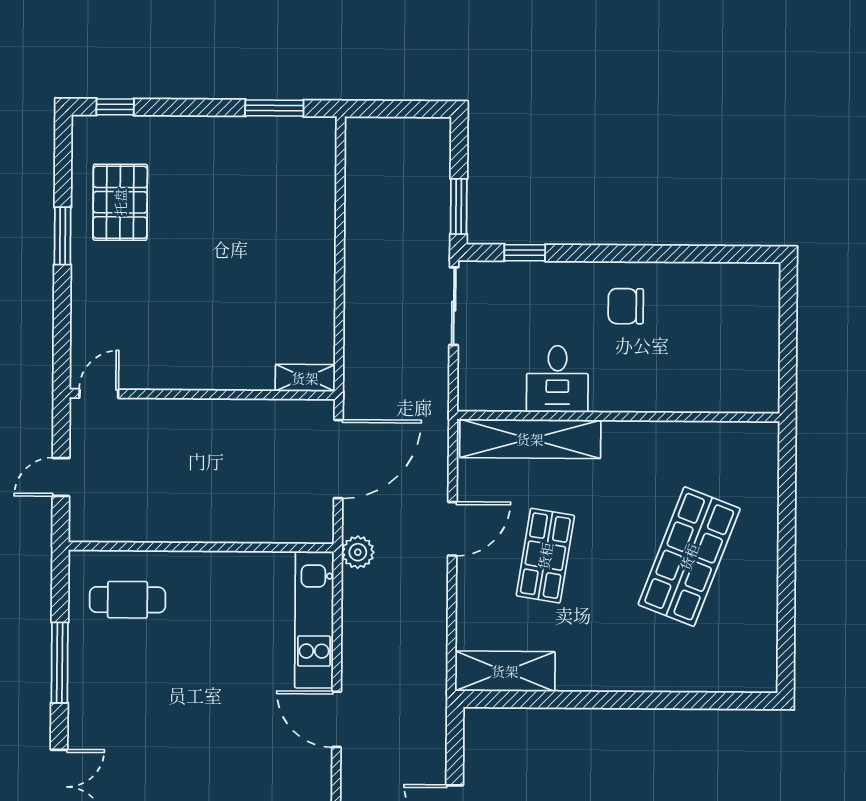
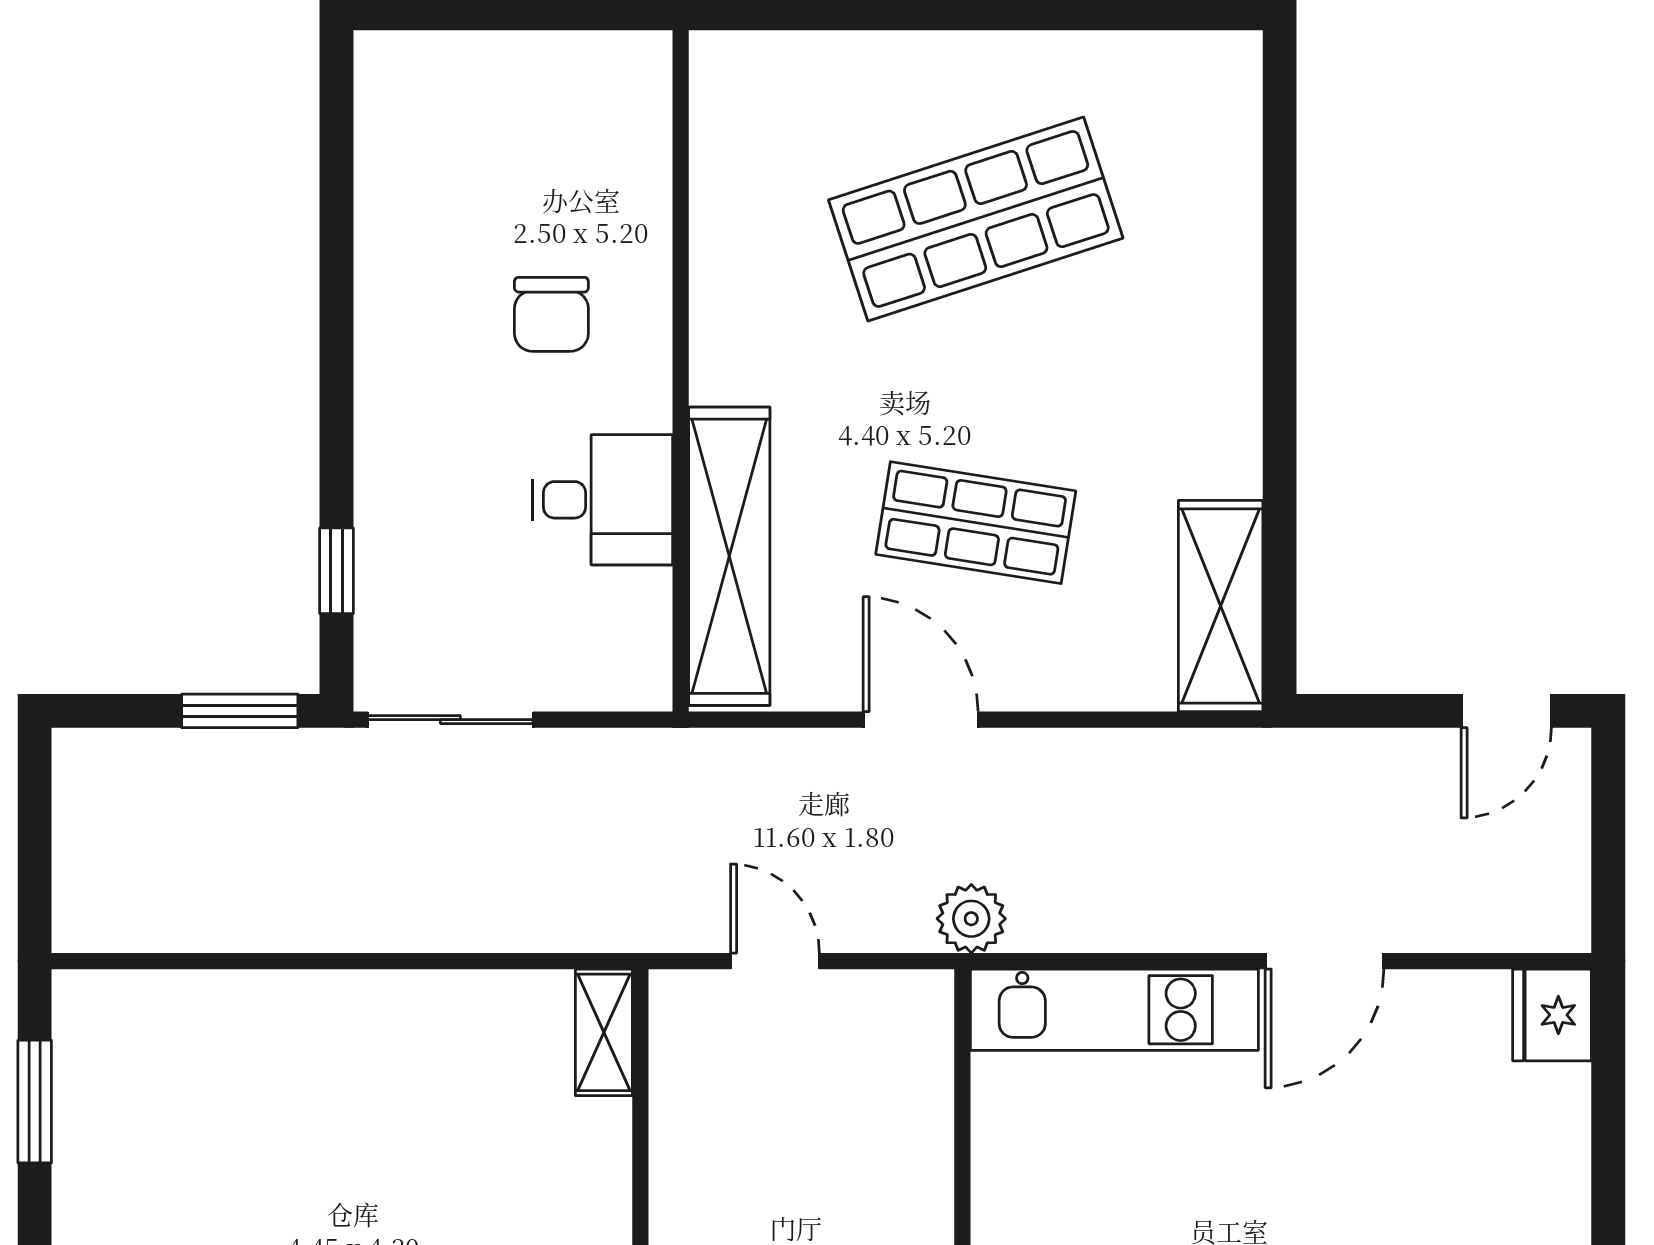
chair: (626, 306) -> (551, 314), moved
door: (338, 459) -> (775, 961), width x0.53
shop shelf: (689, 557) -> (976, 219), turned -39

